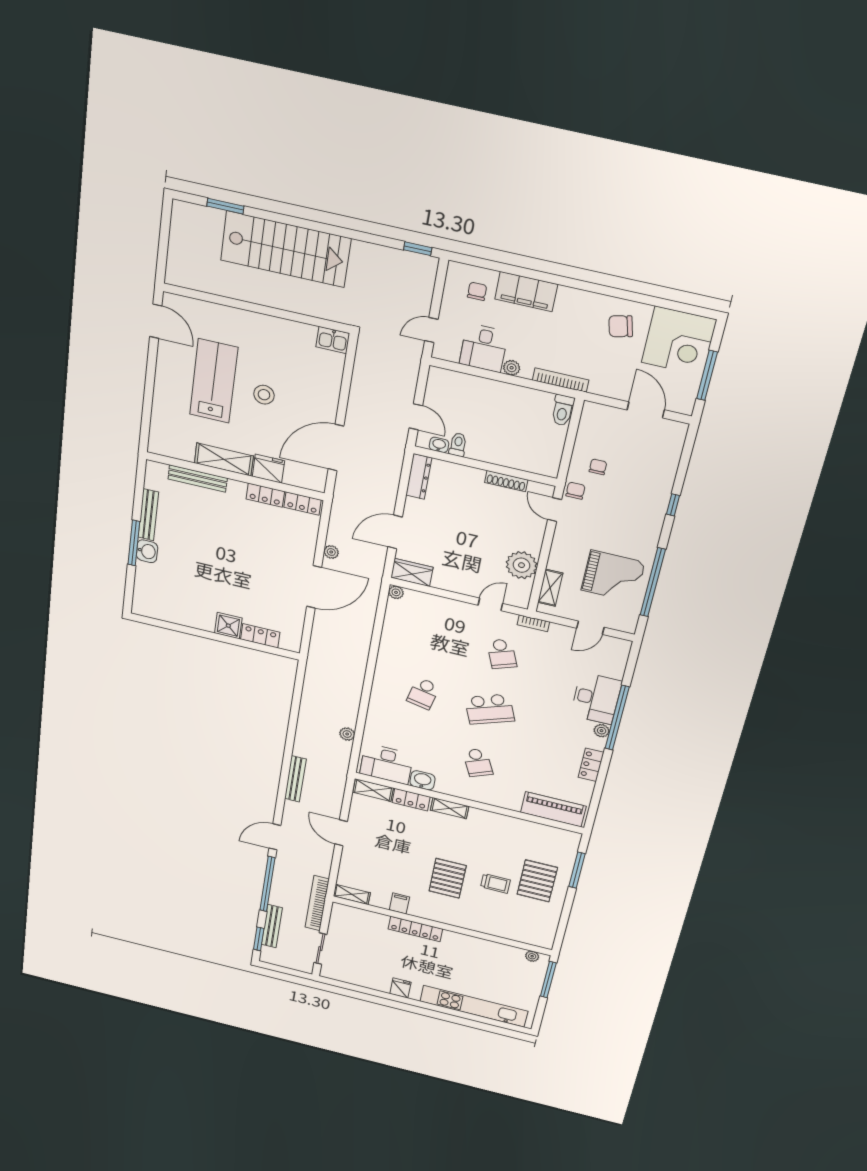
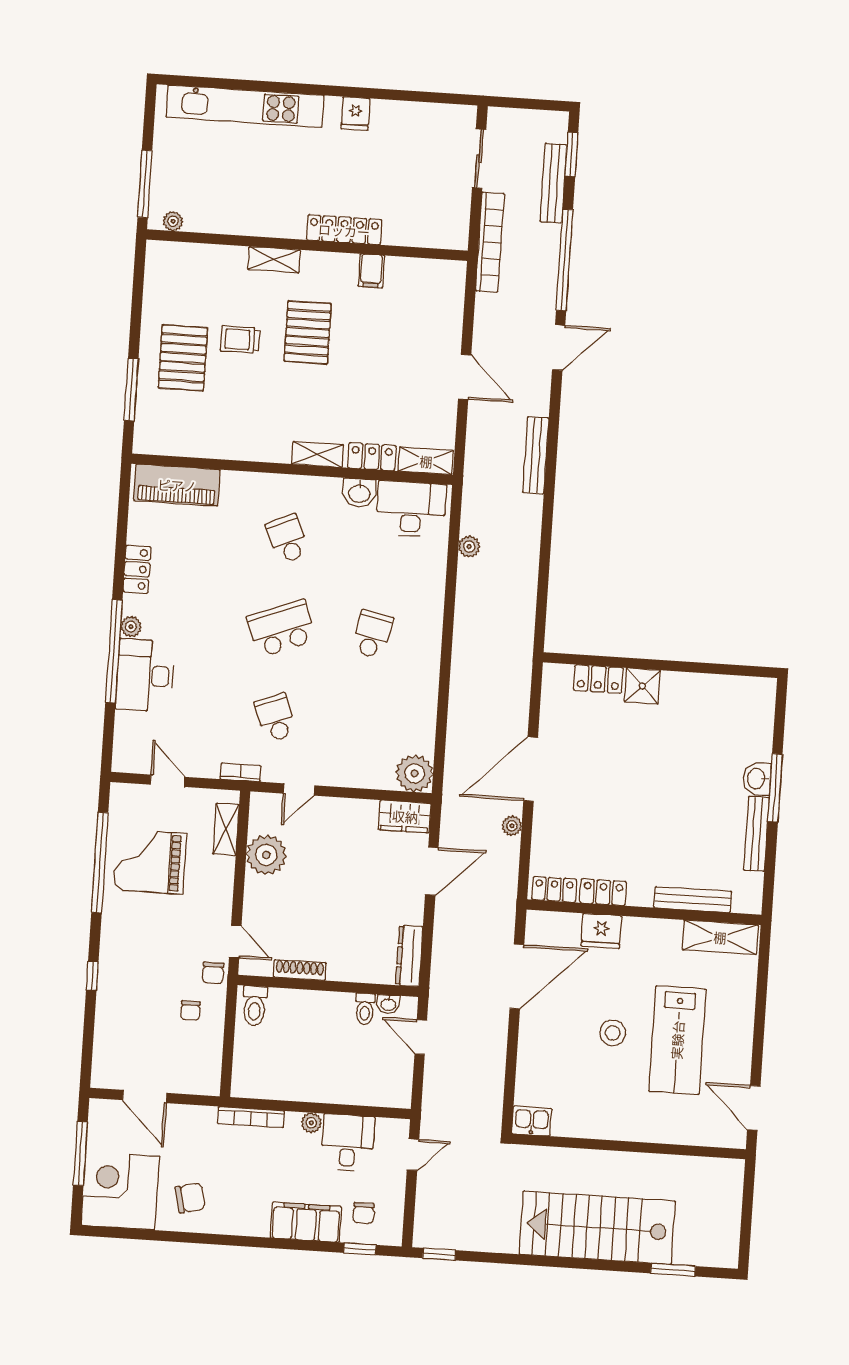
window: (484, 263) -> (360, 1249), added
toilet: (563, 410) -> (255, 1006), moved, turned 180
shelving: (224, 459) -> (720, 937), moved
plant: (396, 592) -> (415, 773), width x1.87, depth x1.87
door: (590, 628) -> (168, 781), hinge flipped
shelving: (352, 894) -> (274, 260), moved

